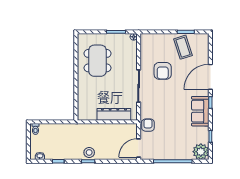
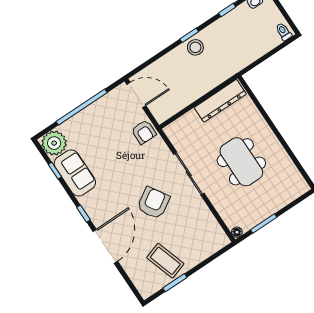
dining table: (97, 61) -> (241, 162), moved
armchair: (163, 71) -> (153, 203), moved, turned 58
sofa: (200, 111) -> (75, 173), moved
dresser: (114, 114) -> (220, 101), moved
door: (139, 148) -> (136, 95), hinge flipped

